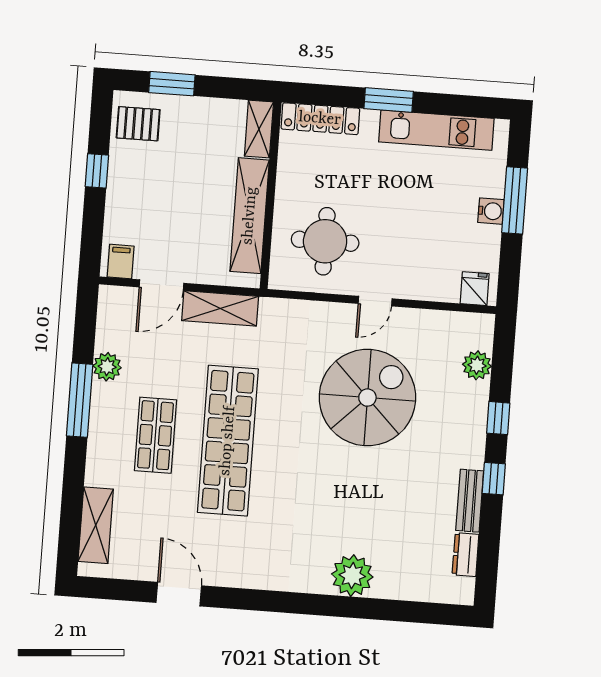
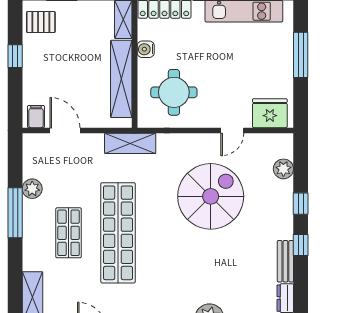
water cooler: (491, 211) -> (146, 49), moved, turned 180
door: (162, 285) -> (65, 130), swing flipped
fridge: (475, 289) -> (270, 113), width x1.88, depth x1.34
door: (375, 301) -> (232, 130), moved
shelving: (220, 308) -> (130, 143), moved

